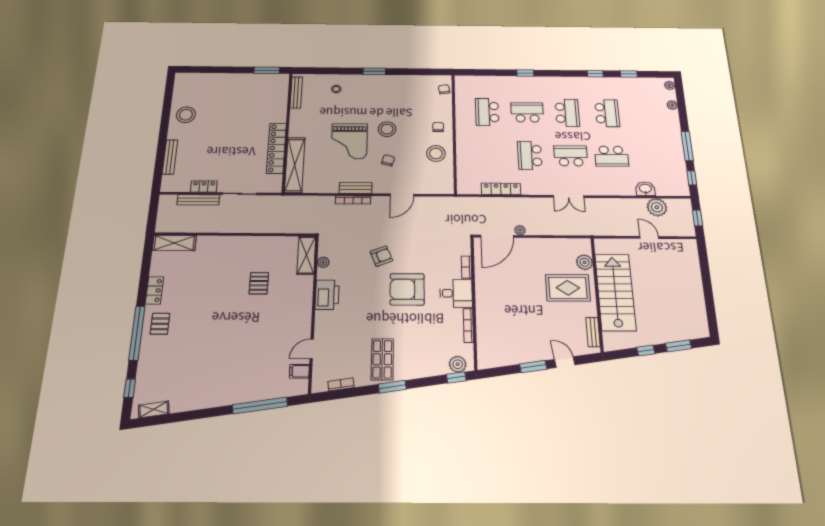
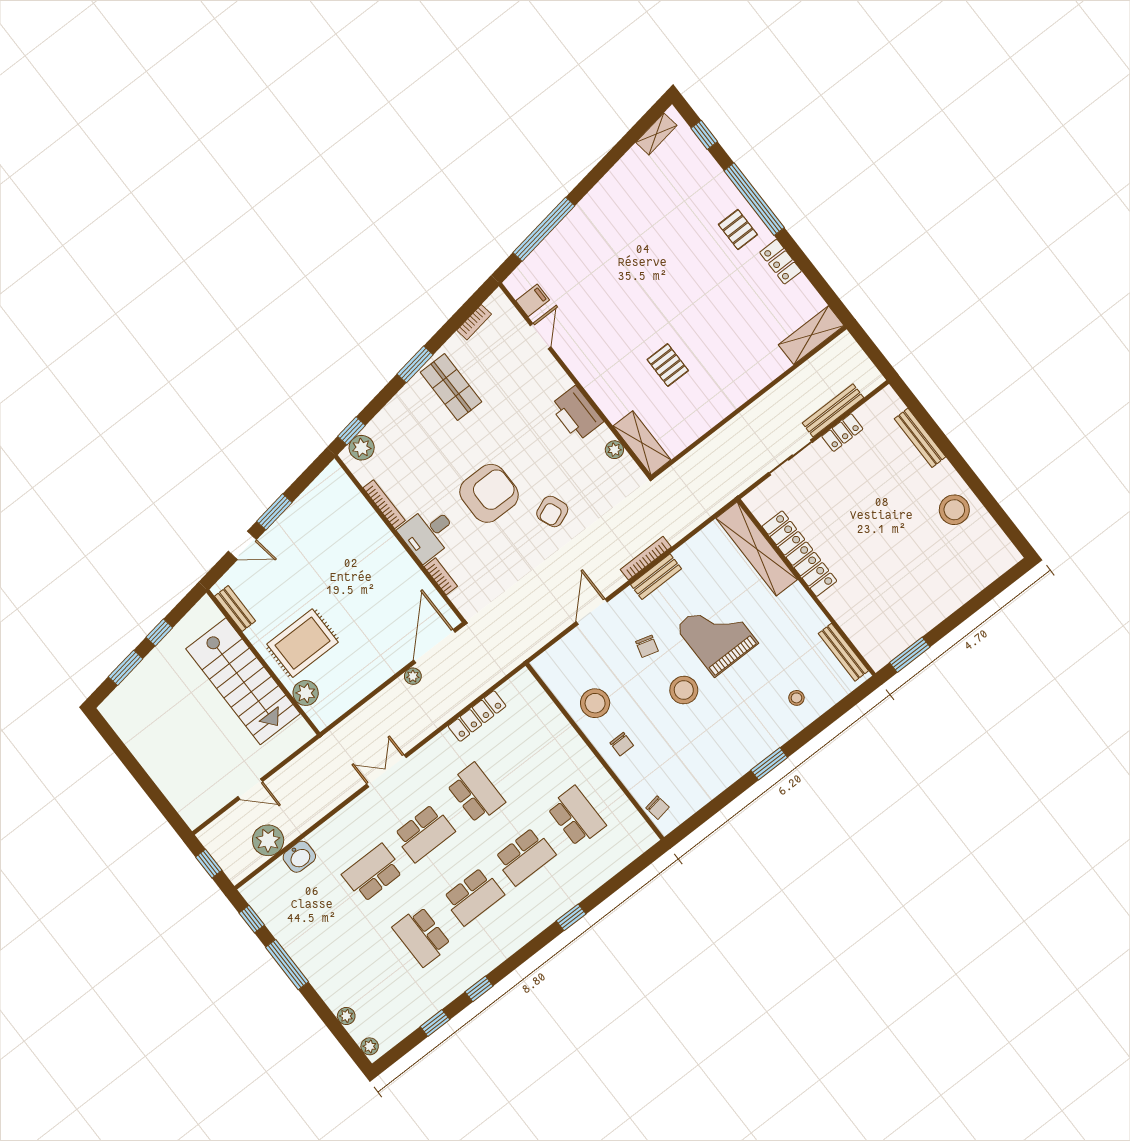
school desk: (567, 113) -> (473, 896), turned -90

